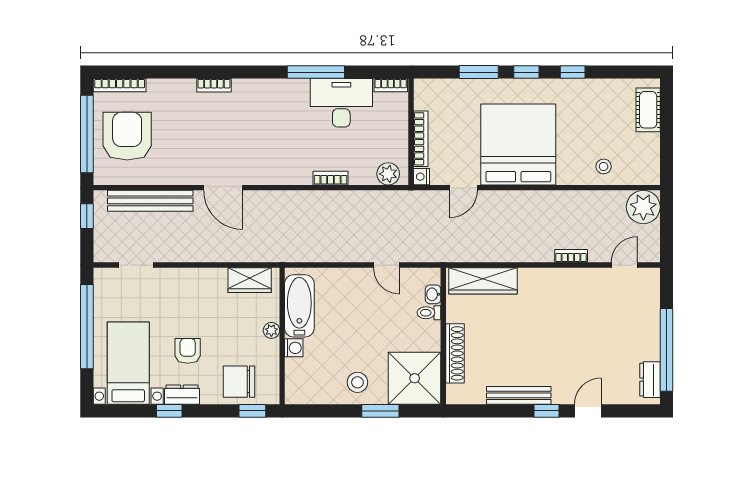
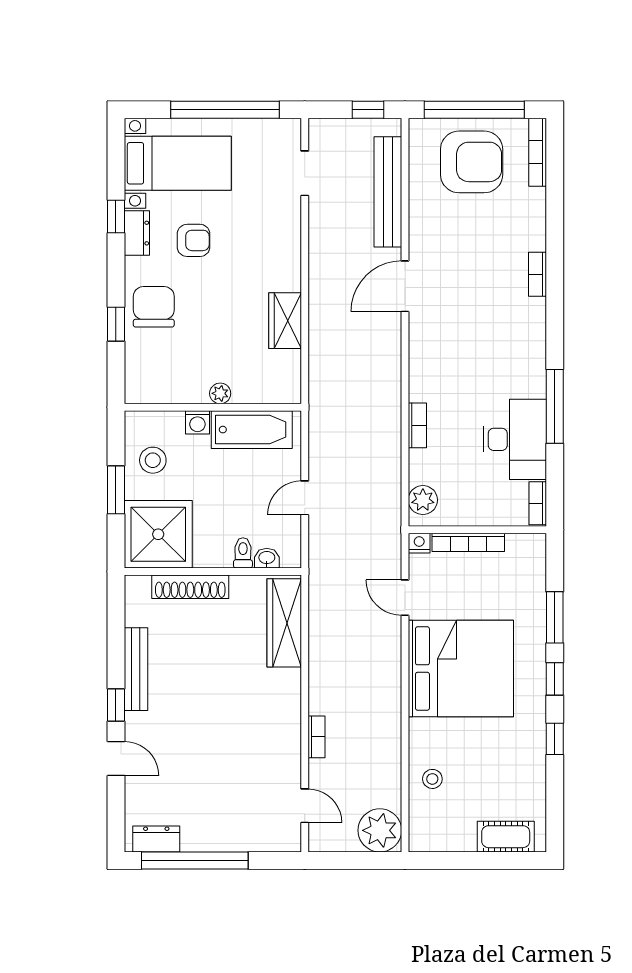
bathtub: (299, 306) -> (252, 430), moved
plant: (271, 330) -> (220, 393), moved
wall: (282, 336) -> (213, 407), moved
washing machine: (294, 348) -> (197, 422), moved

